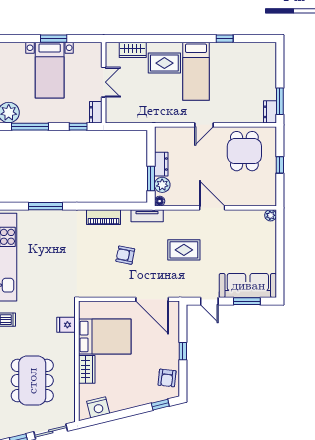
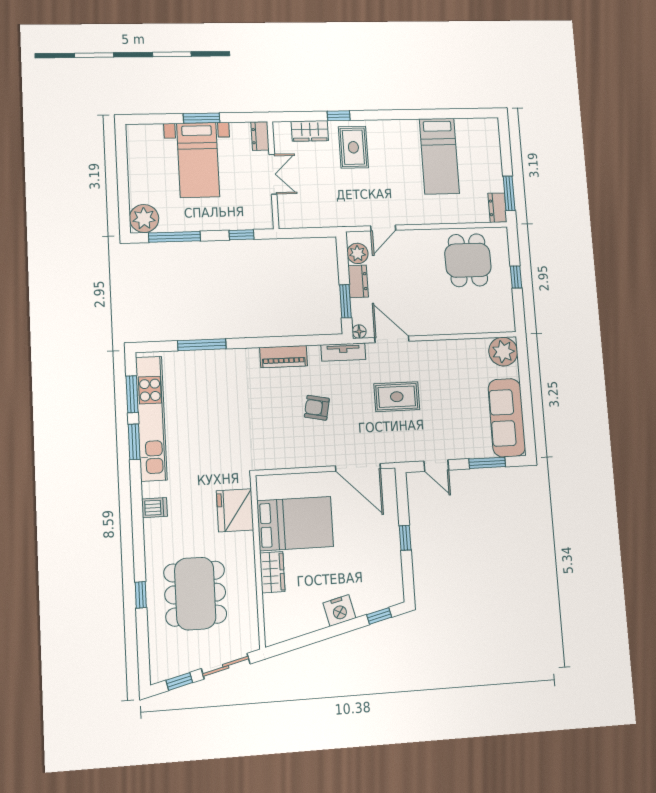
window: (225, 39) -> (339, 116), moved
rug: (164, 63) -> (353, 147), turned 90
bed: (196, 71) -> (439, 156), moved
dresser: (96, 112) -> (260, 136), moved
door: (204, 125) -> (383, 228), moved
plant: (162, 185) -> (358, 253), moved
door: (212, 208) -> (392, 339), moved
plant: (271, 215) -> (503, 352), width x1.87, depth x1.87
sofa: (248, 285) -> (507, 418), moved, turned -90
fridge: (66, 325) -> (235, 510), width x1.88, depth x1.34
armchair: (167, 378) -> (386, 577), removed
nightstand: (98, 407) -> (339, 610), moved

